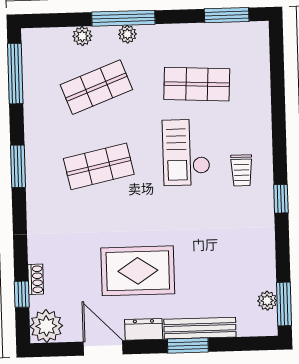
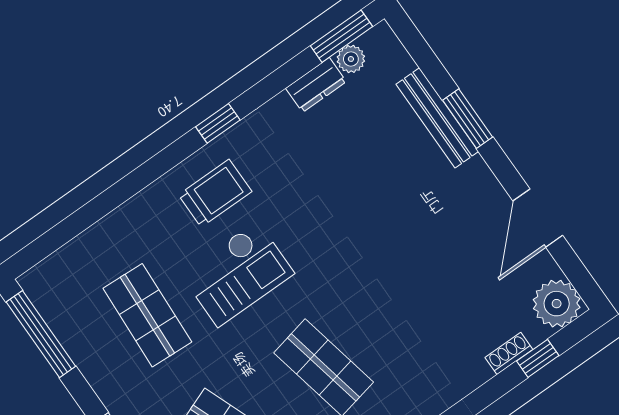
window: (227, 15) -> (41, 334), width x1.44
trolley: (242, 170) -> (215, 193), width x1.36, depth x1.39
rug: (138, 271) -> (418, 238), removed
dresser: (144, 329) -> (316, 85), moved, turned -90

